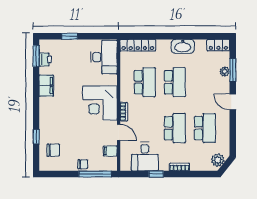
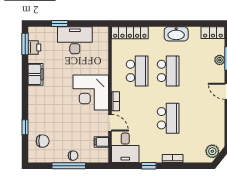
desk: (104, 57) -> (75, 40), moved, turned -90
school desk: (205, 128) -> (199, 118), removed
desk: (145, 157) -> (125, 148), moved
window: (95, 174) -> (69, 166), moved

